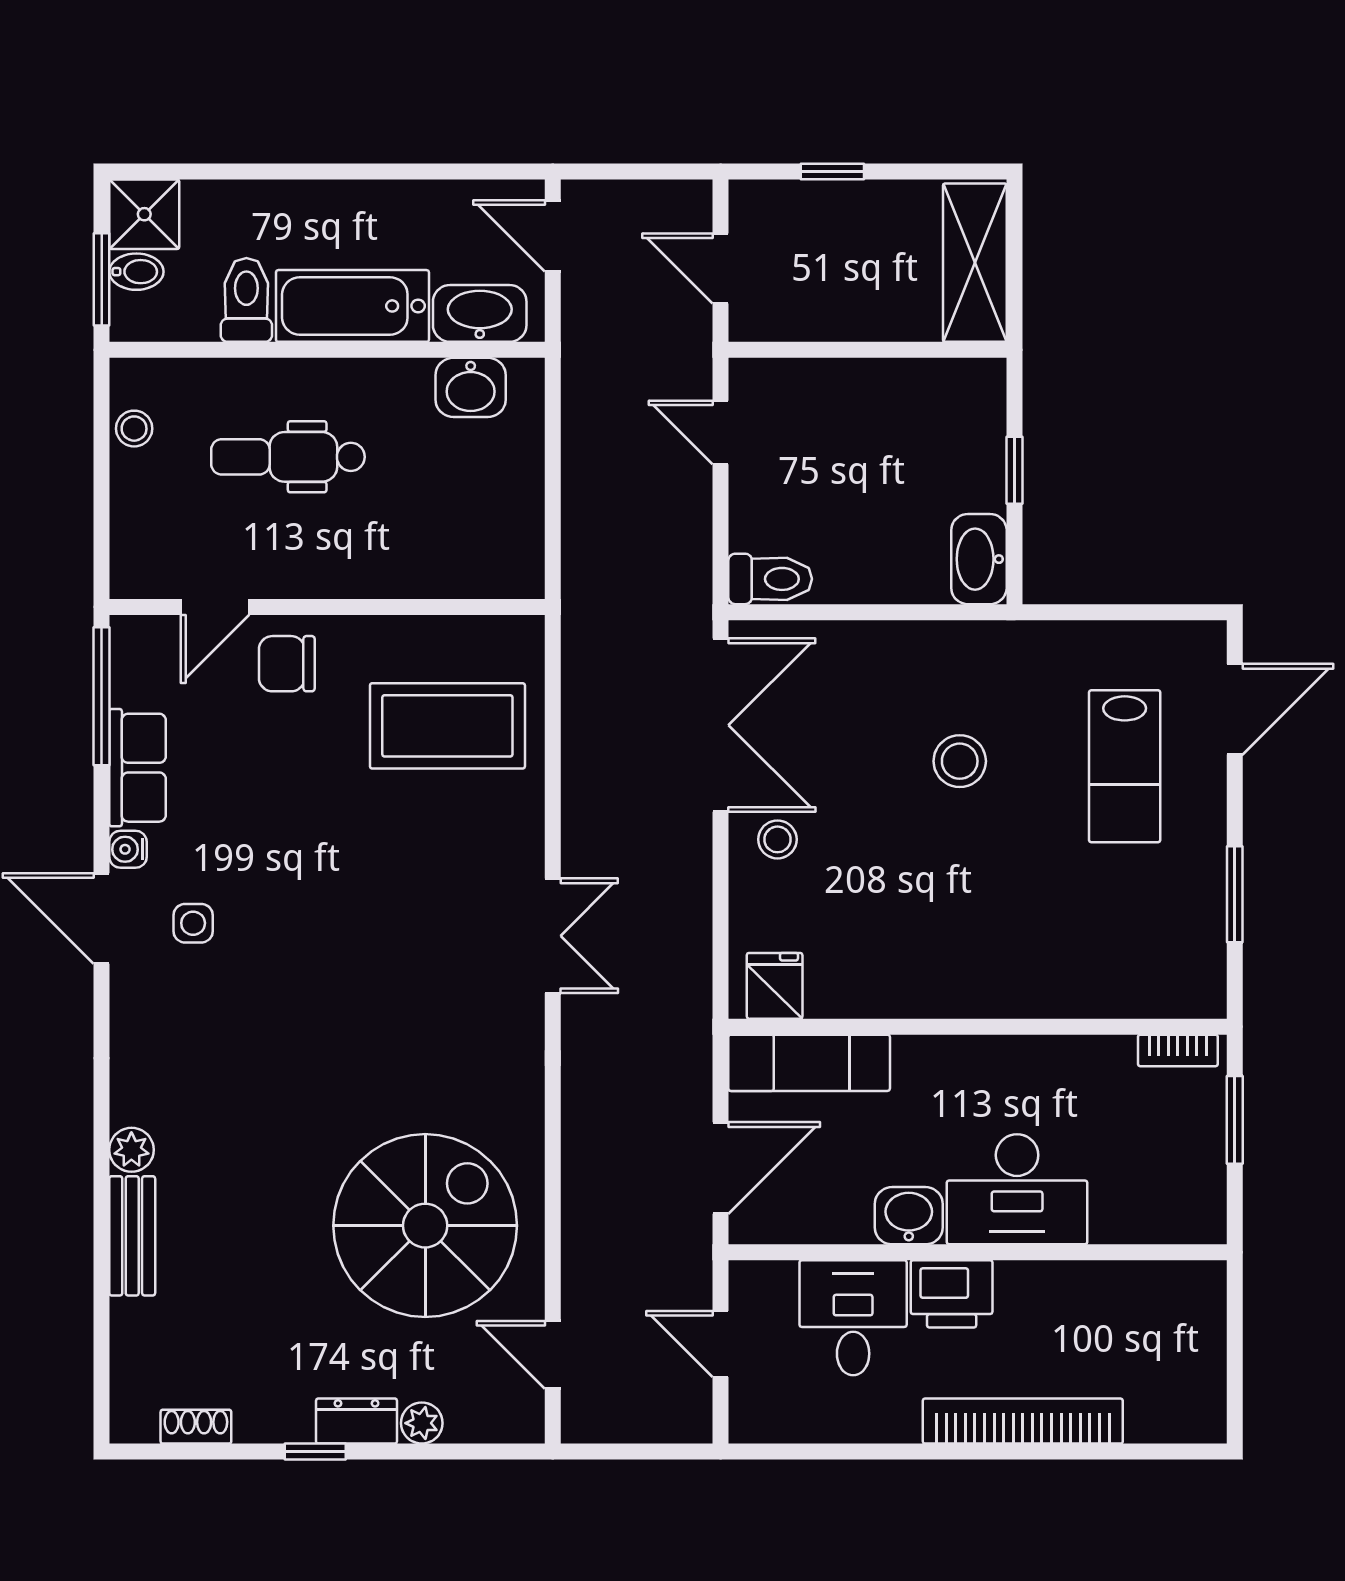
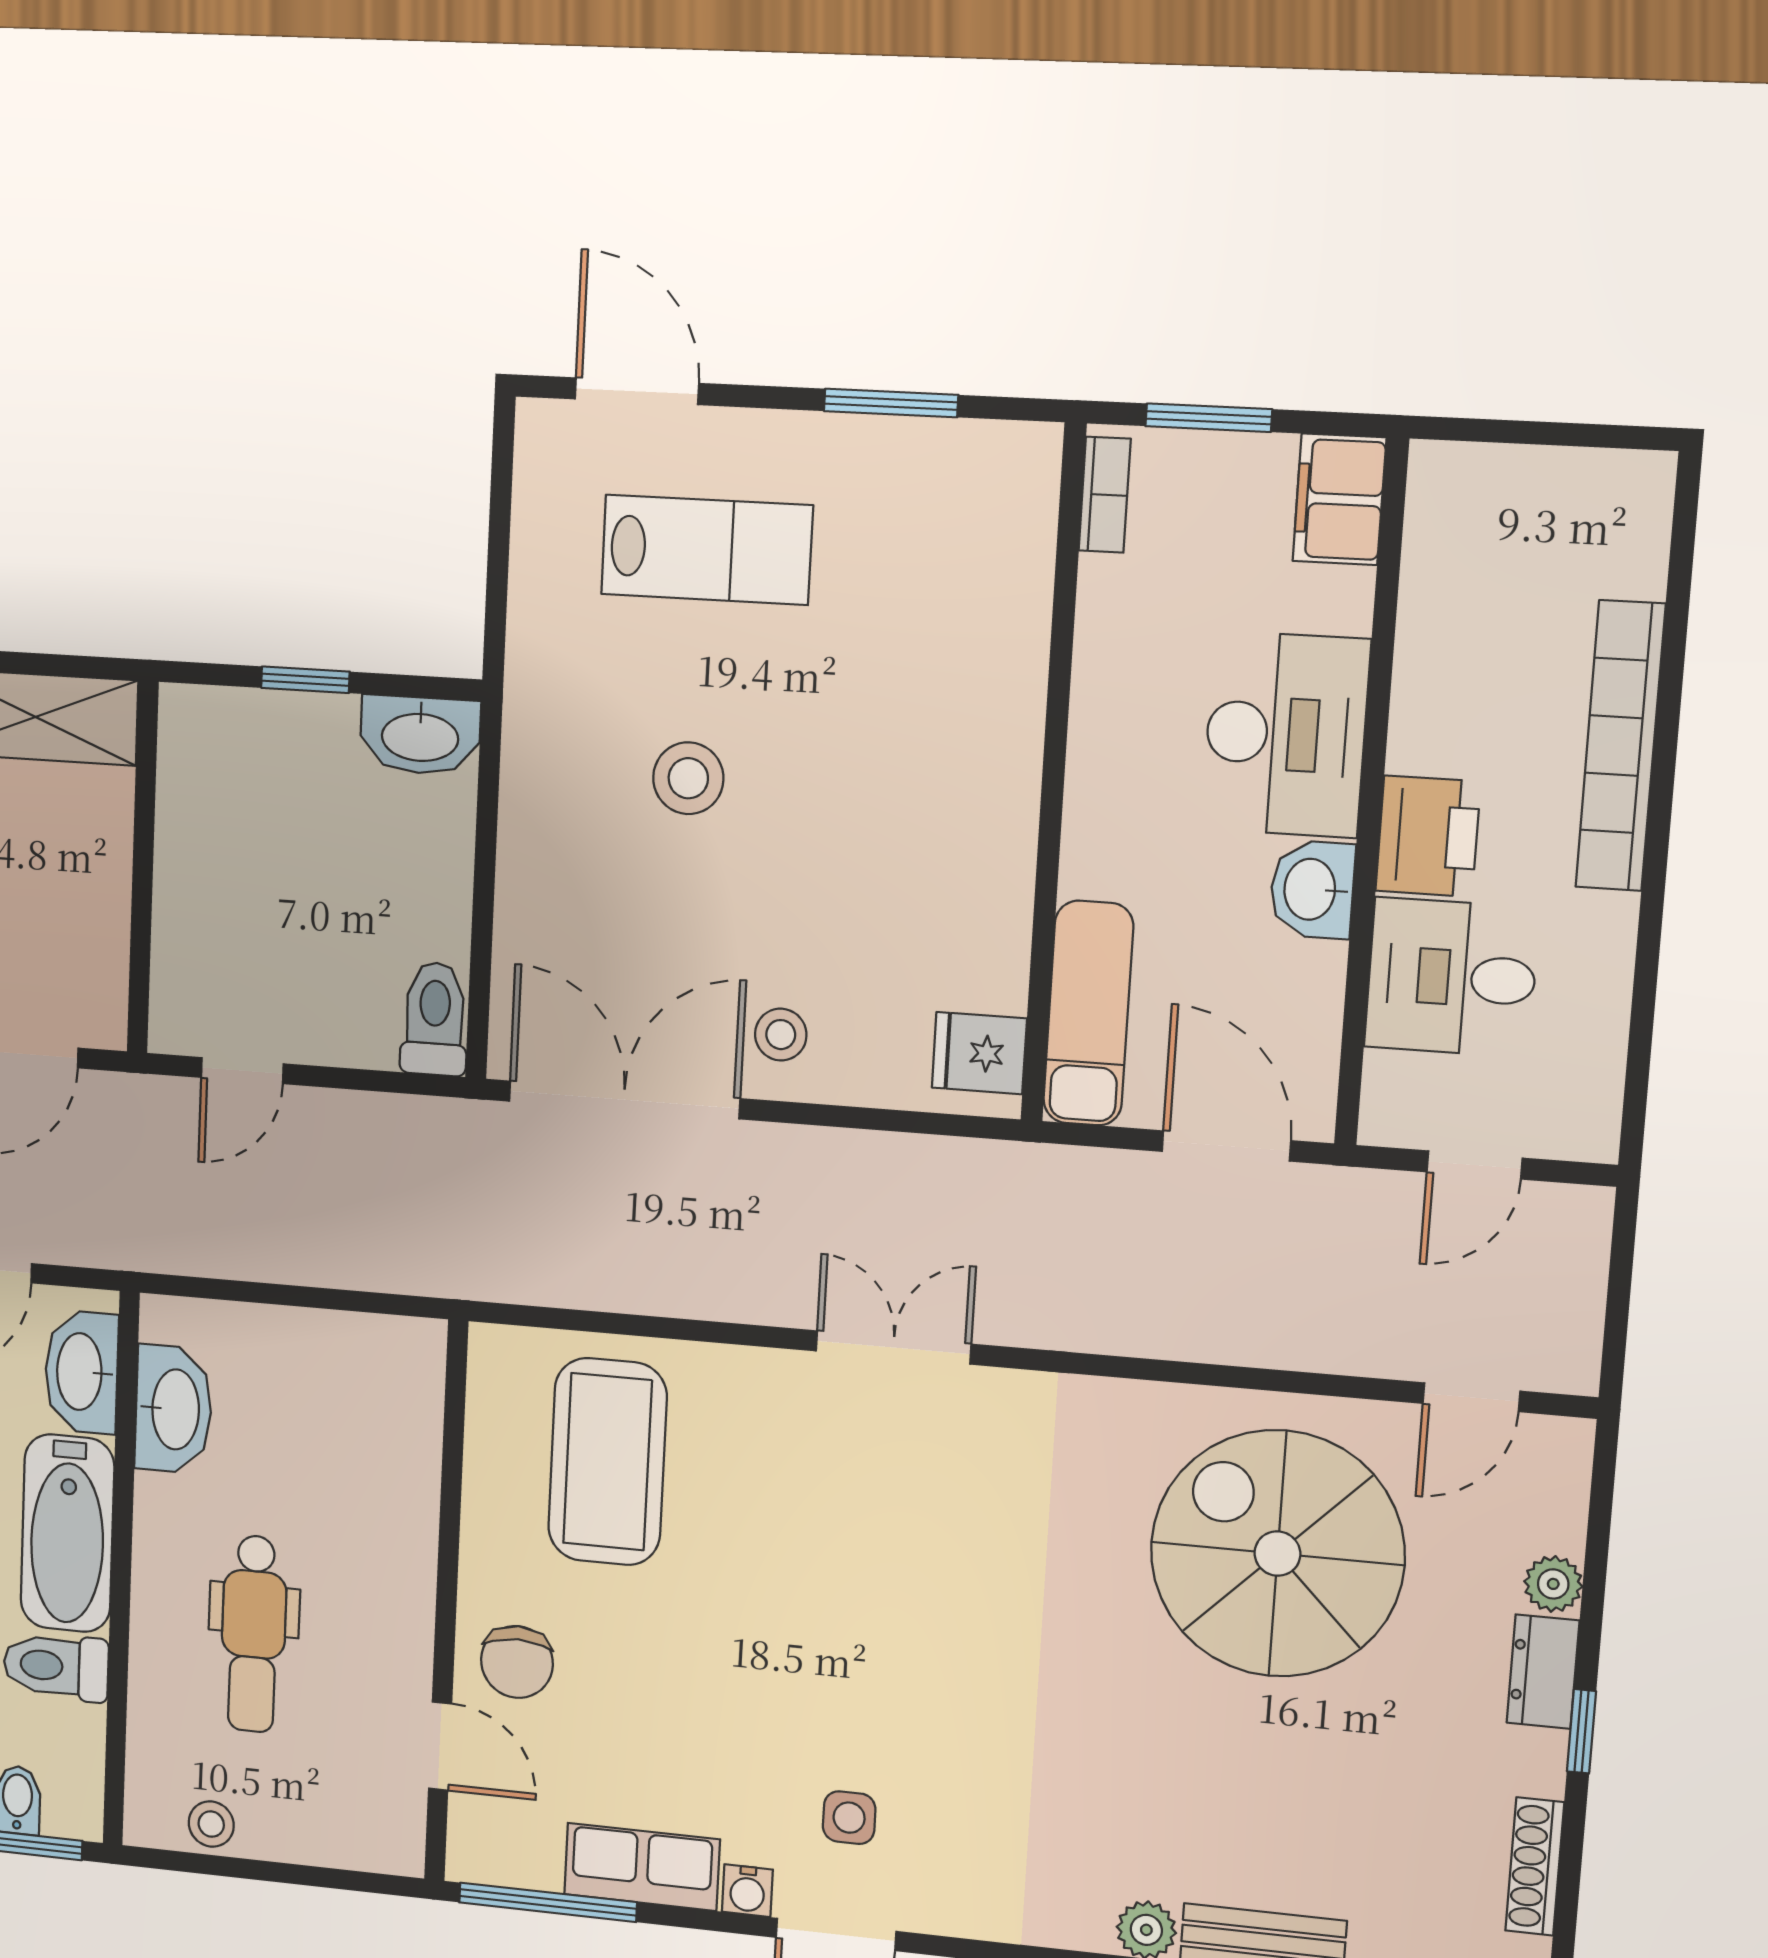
washbasin: (471, 387) -> (173, 1409), width x1.38
filing cabinet: (1183, 1215) -> (1339, 499), added
shoe rack: (196, 1427) -> (1535, 1867), width x1.43

